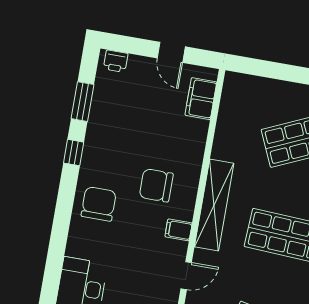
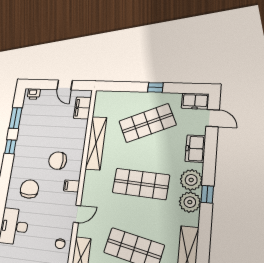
chair: (99, 204) -> (29, 189), moved
shelving: (214, 205) -> (96, 143), moved

